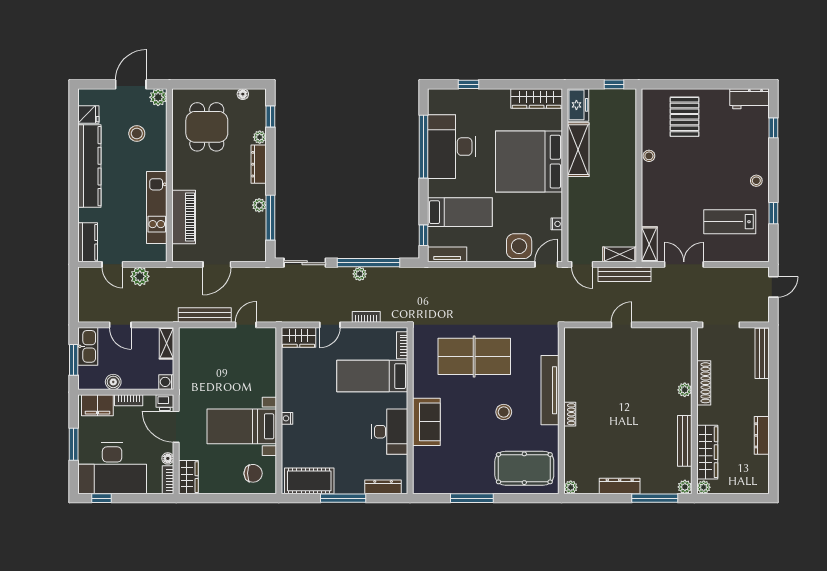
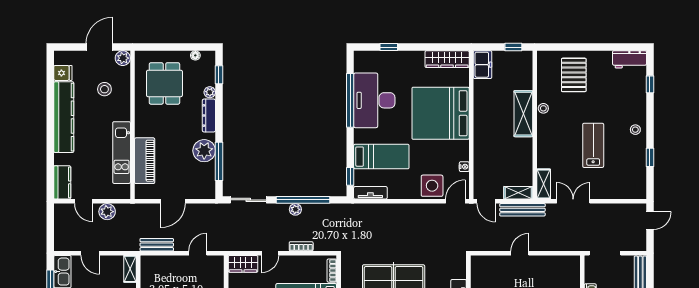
shelving: (578, 150) -> (523, 114), moved
plant: (259, 205) -> (204, 151), width x1.87, depth x1.87
lab bench: (730, 222) -> (593, 145), moved, turned 90
bench: (205, 315) -> (157, 245), width x0.73

